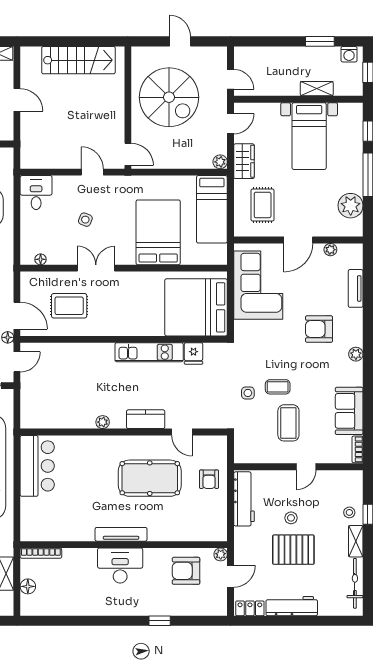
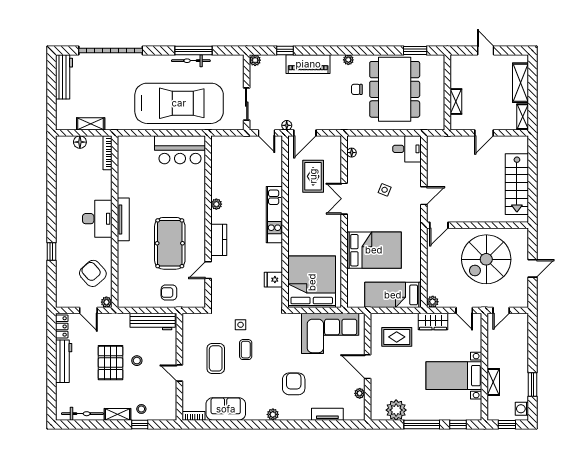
double door: (96, 268) -> (344, 199), swing flipped
kitchen unit: (149, 352) -> (274, 215), moved
coffee table: (288, 423) -> (216, 358), turned 90
armchair: (186, 571) -> (93, 273), turned -42

